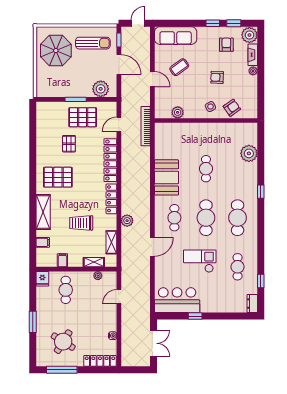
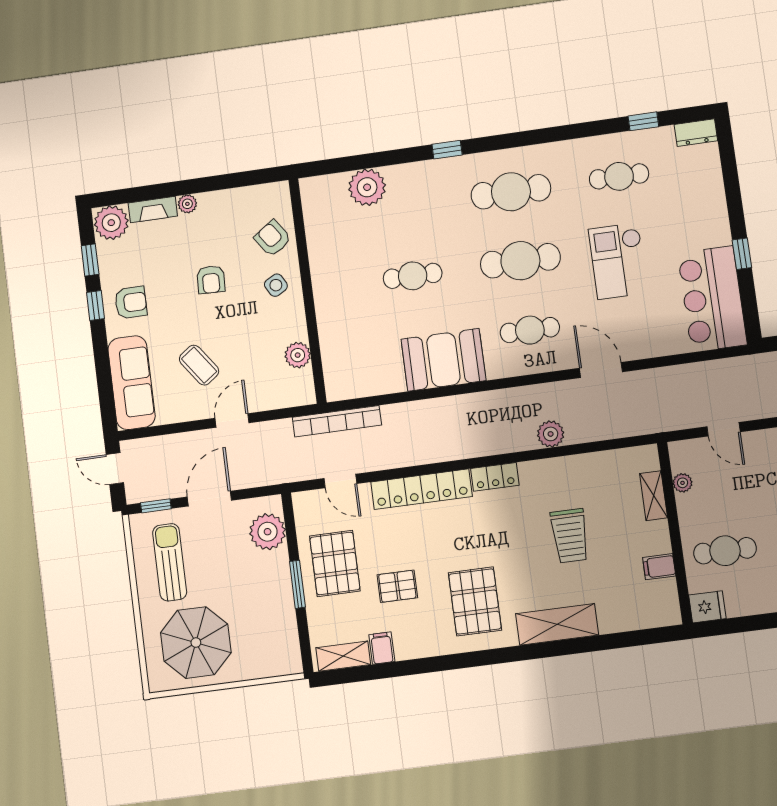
armchair: (226, 45) -> (131, 303), moved, turned 180
locker: (111, 199) -> (495, 477), width x0.66
filing cabinet: (43, 242) -> (382, 648), moved
shelving: (111, 242) -> (343, 656), moved

